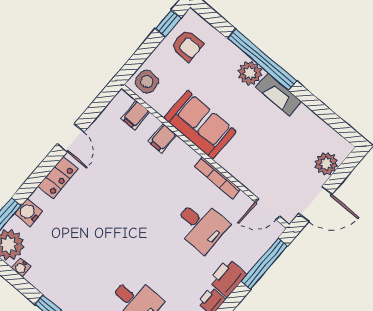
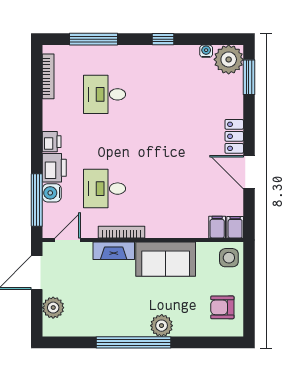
window: (168, 23) -> (249, 312), removed
window: (262, 60) -> (133, 342), moved
fireplace: (279, 94) -> (114, 251), moved, turned 180
door: (71, 138) -> (249, 172), width x1.38
filing cabinet: (163, 138) -> (235, 227), moved
water cooler: (29, 212) -> (52, 193), moved, turned 180

